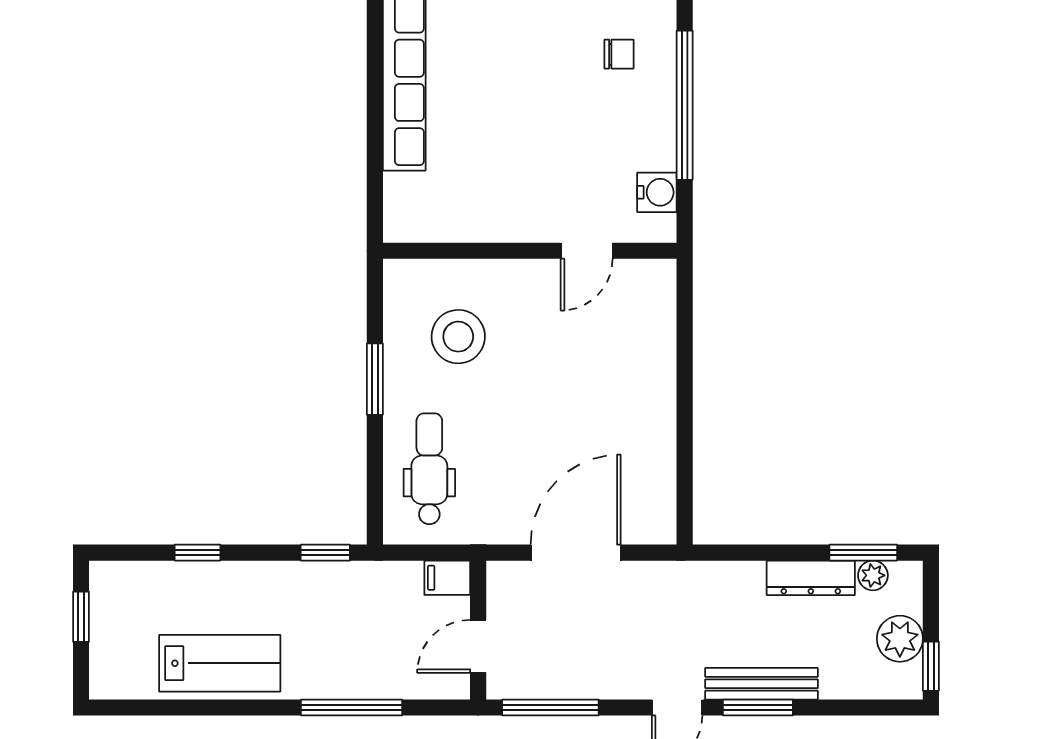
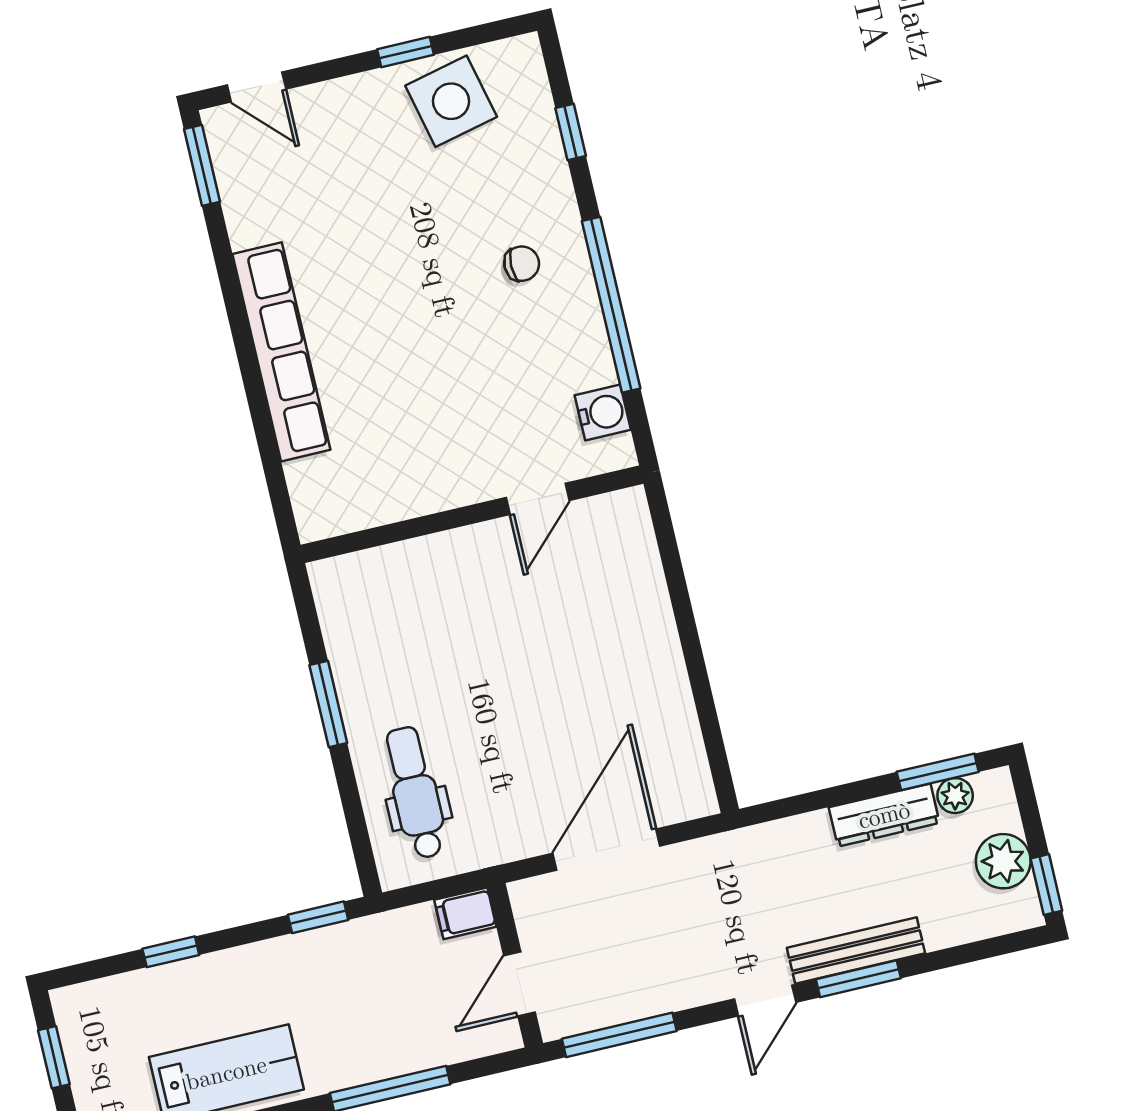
stool: (458, 337) -> (413, 633), removed

